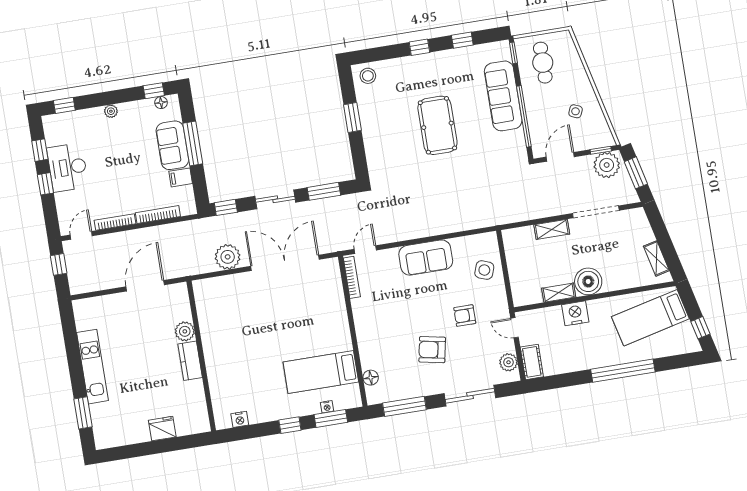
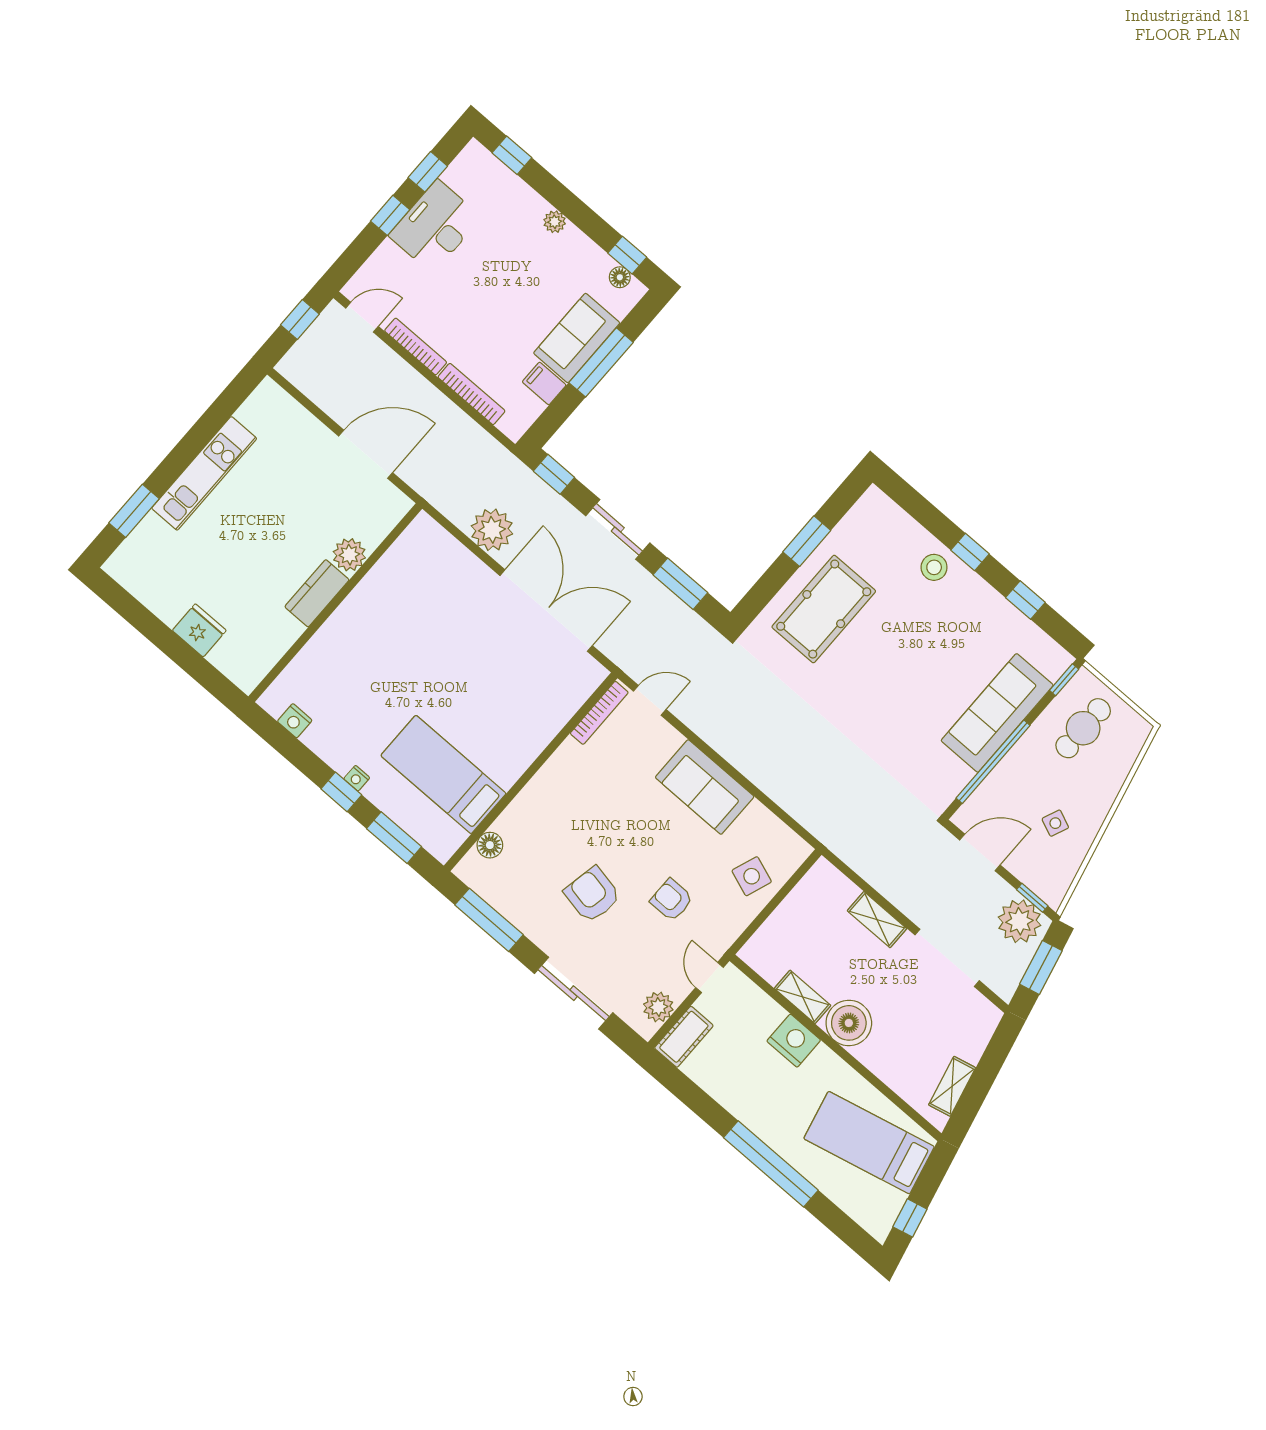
stool: (368, 76) -> (934, 567), moved
pool table: (437, 125) -> (824, 609), moved
nightstand: (327, 407) -> (357, 778), moved

